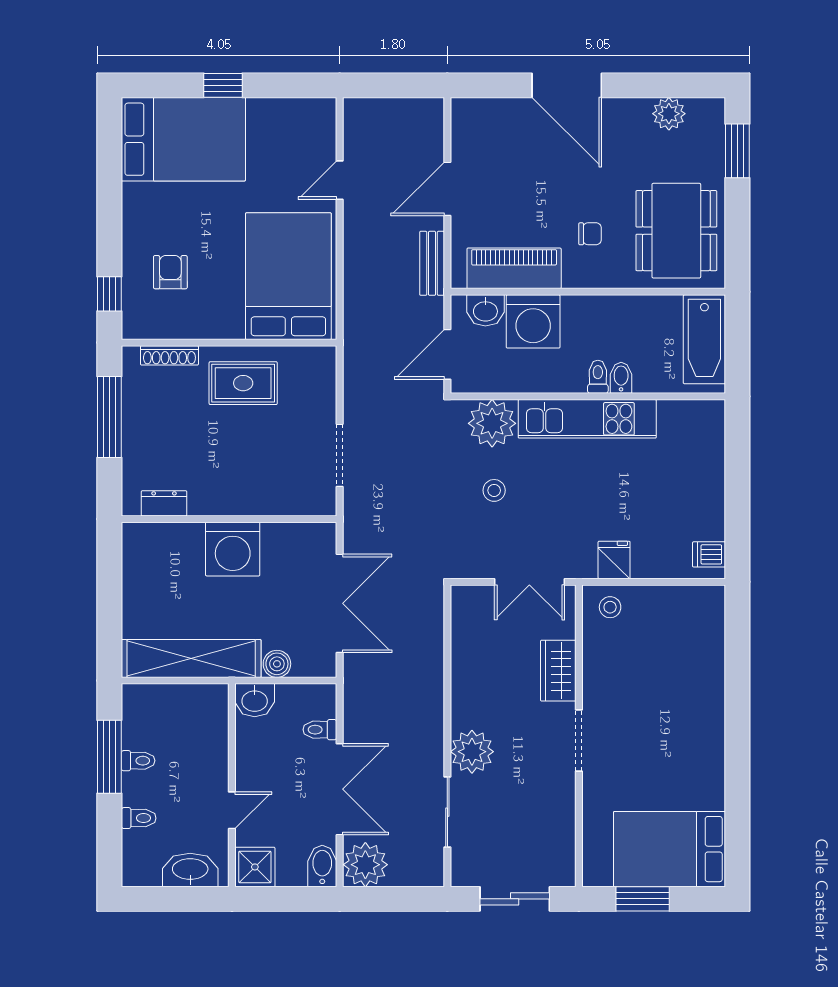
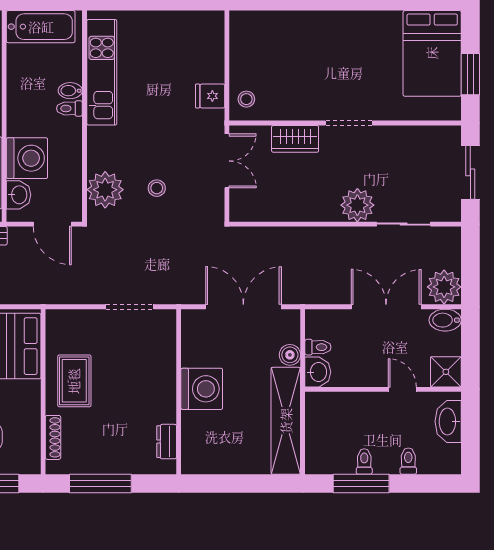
kitchen unit: (587, 419) -> (102, 72), moved
dishwasher: (709, 554) -> (206, 23), removed
toilet: (320, 730) -> (318, 347), moved, turned -90

